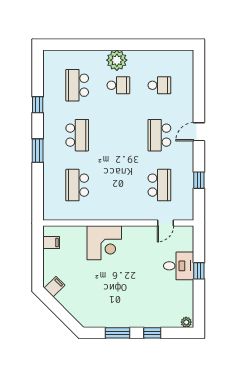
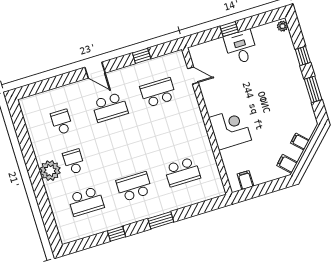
desk: (179, 266) -> (241, 47), moved
filing cabinet: (72, 305) -> (300, 142), added

